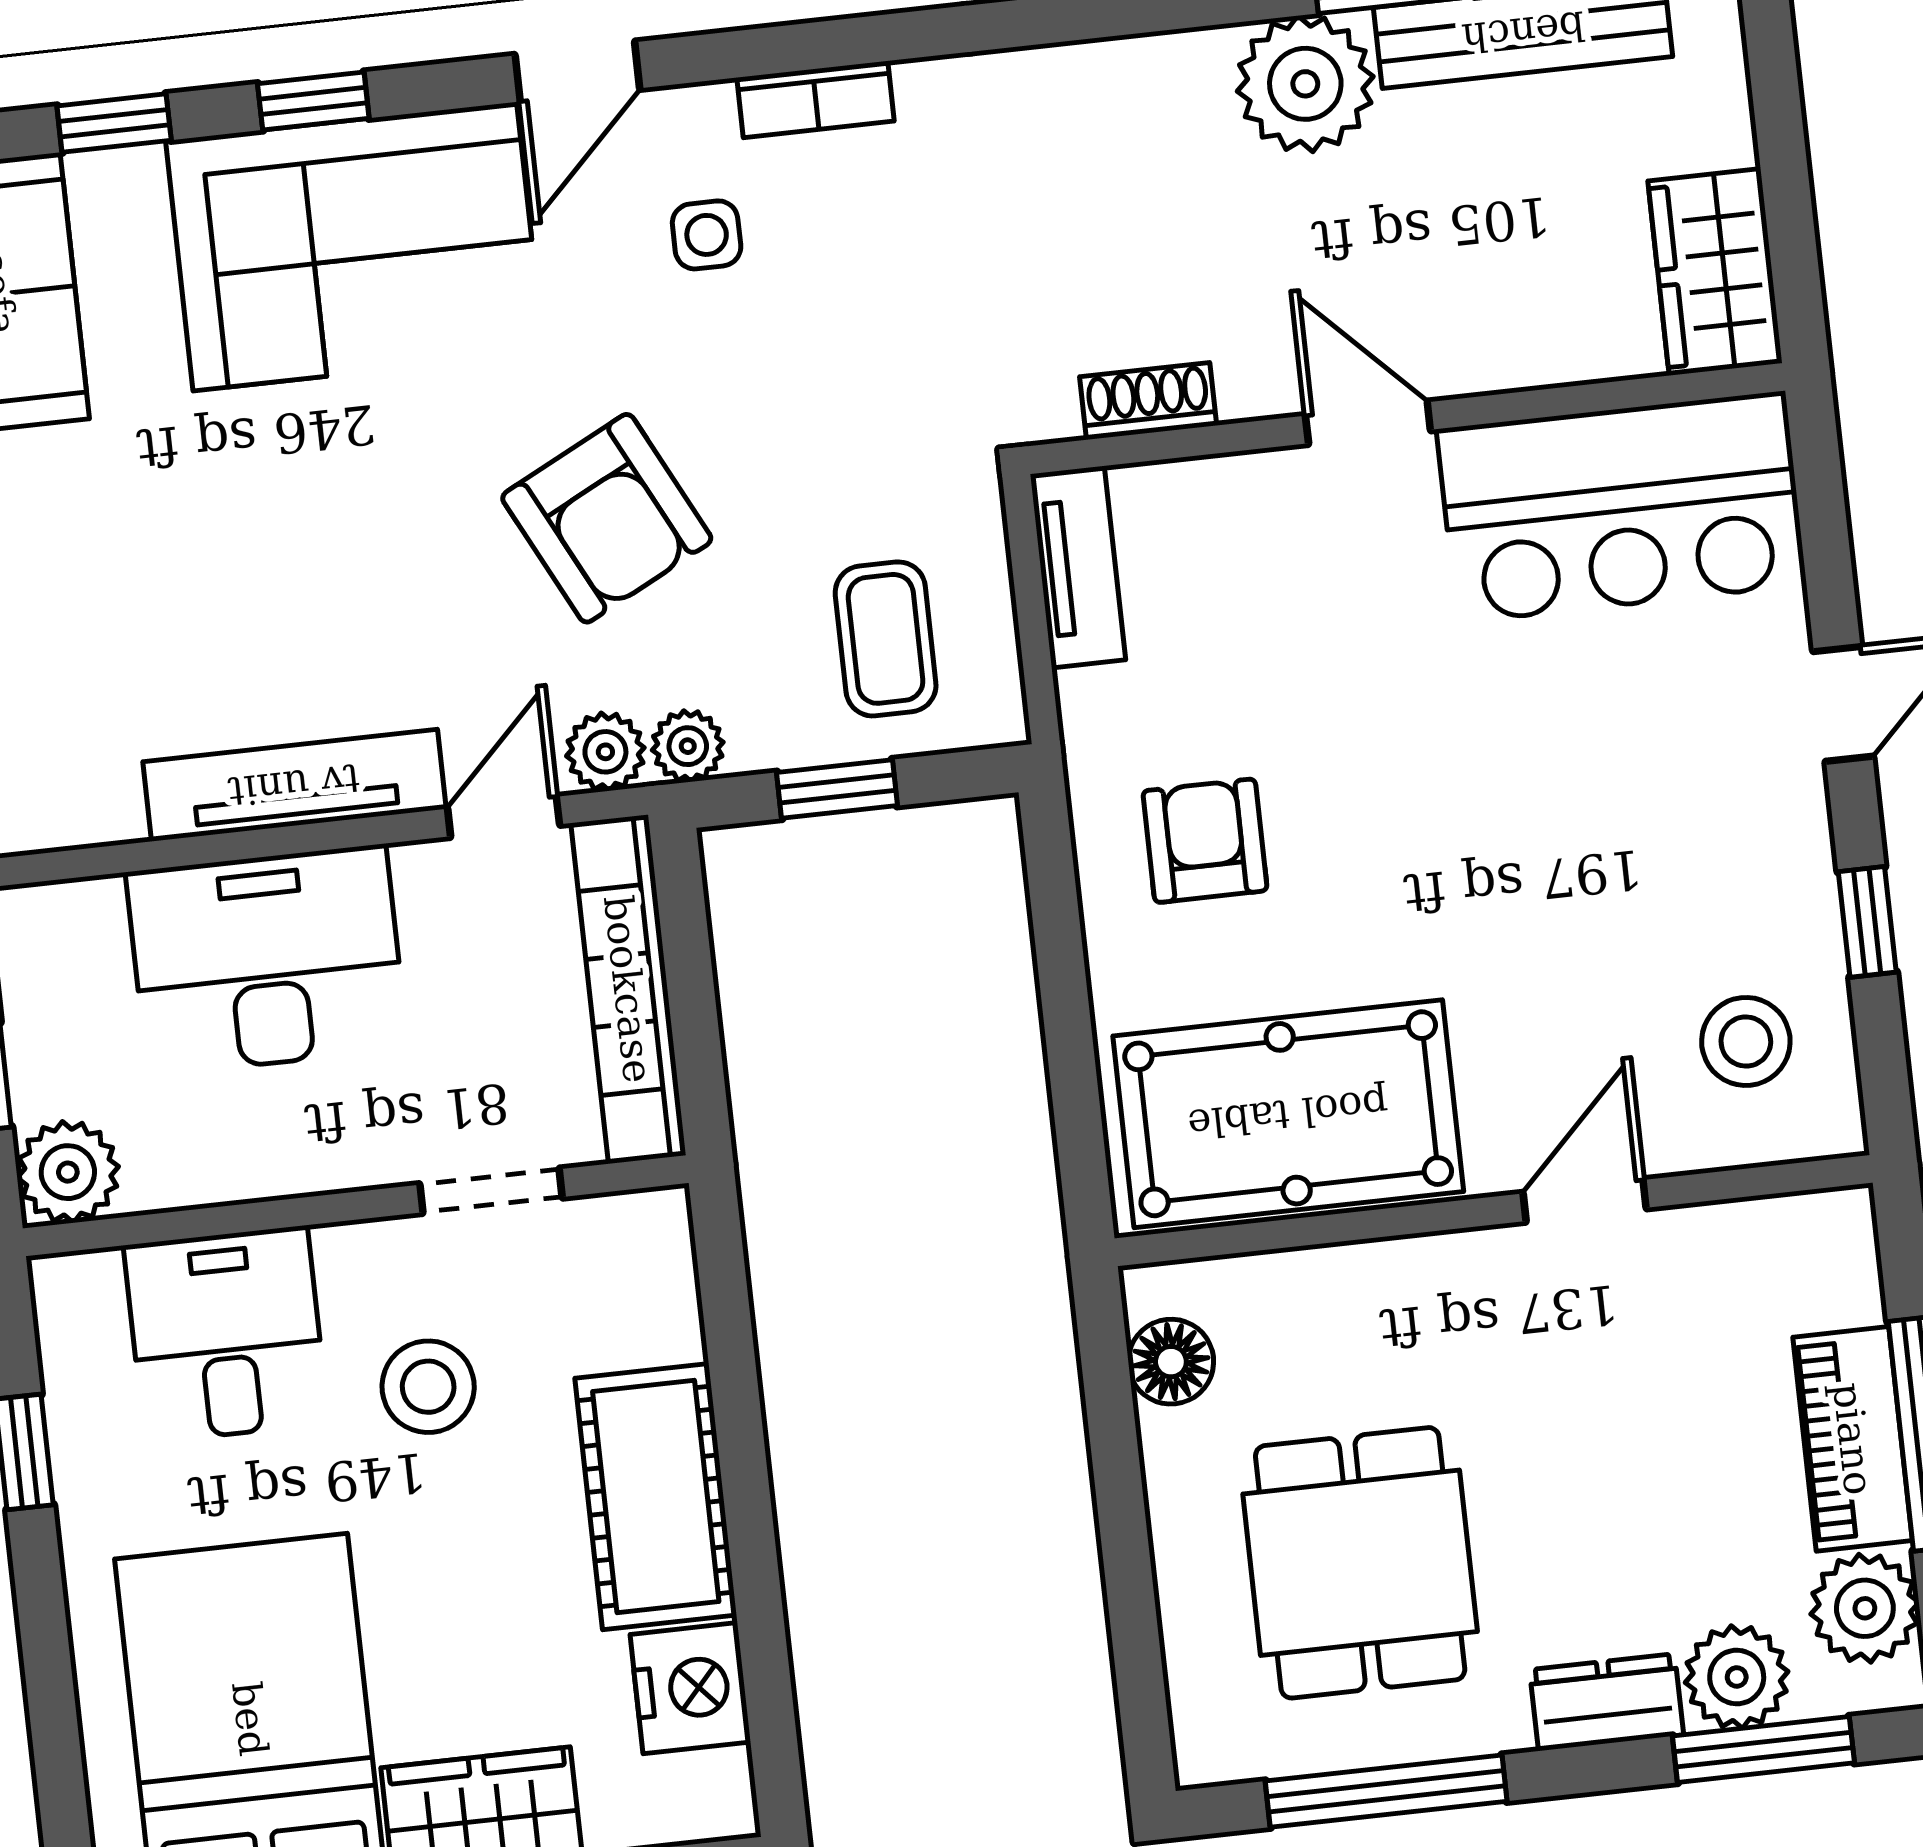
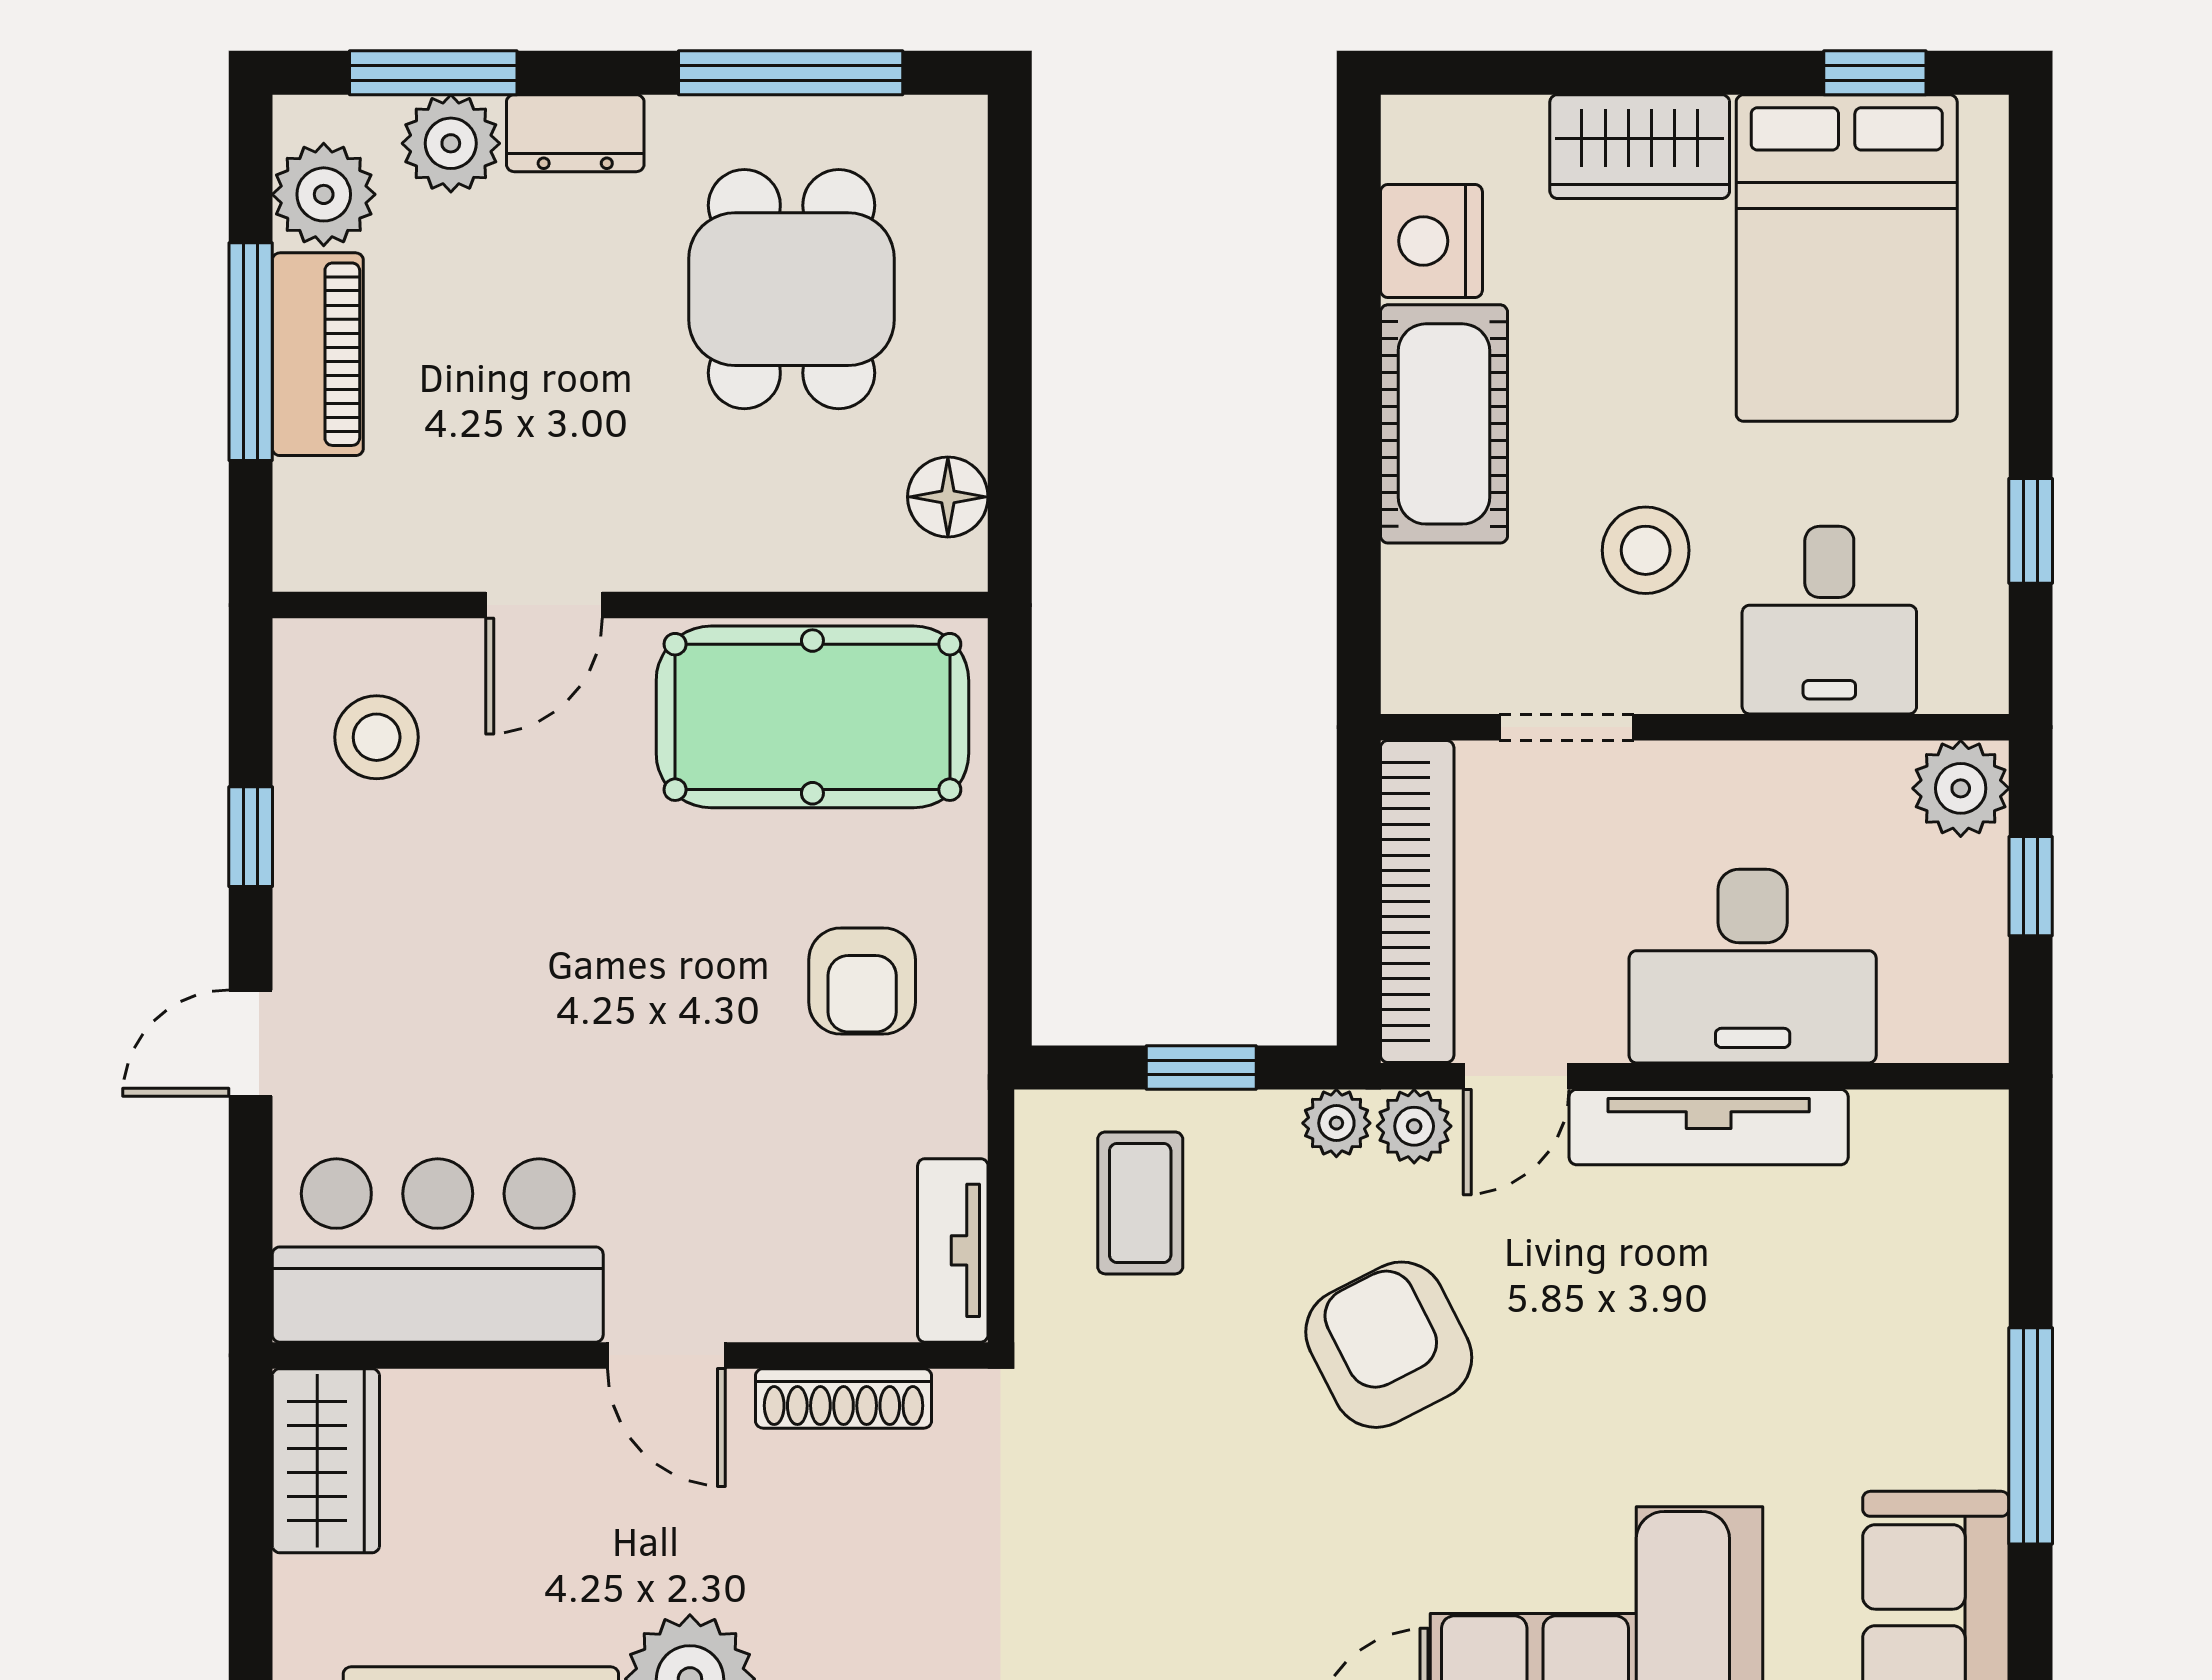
side table: (707, 235) -> (1266, 1600), removed
shoe rack: (1148, 401) -> (844, 1398), width x1.43

